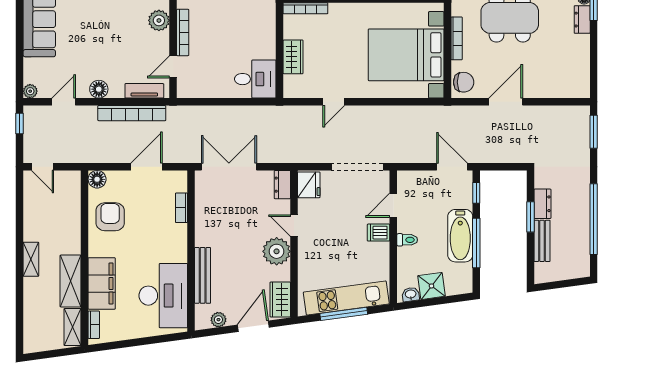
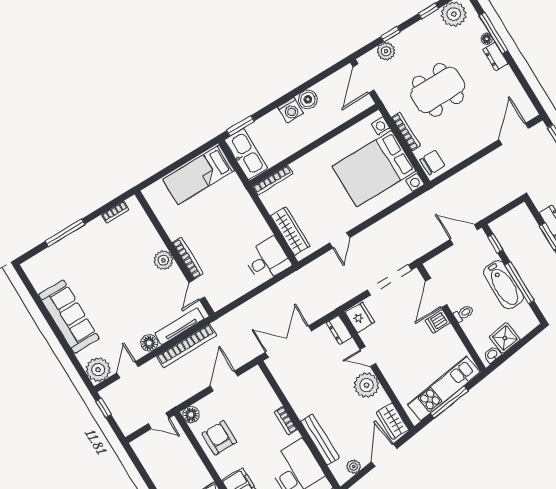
wardrobe: (293, 57) -> (290, 231), width x1.50
plant: (30, 91) -> (98, 370), width x1.87, depth x1.87
tv unit: (144, 91) -> (179, 326), width x1.41
door: (506, 102) -> (514, 134), moved
door: (42, 167) -> (159, 421), moved
door: (393, 205) -> (436, 293), width x1.38
bookcase: (182, 208) -> (286, 421), moved

